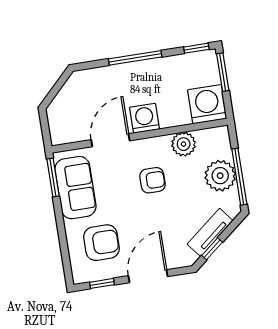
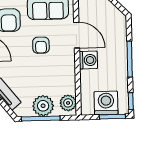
washing machine: (207, 104) -> (106, 103), moved, turned -90
plant: (184, 144) -> (68, 103), moved
armchair: (152, 180) -> (41, 45), moved

